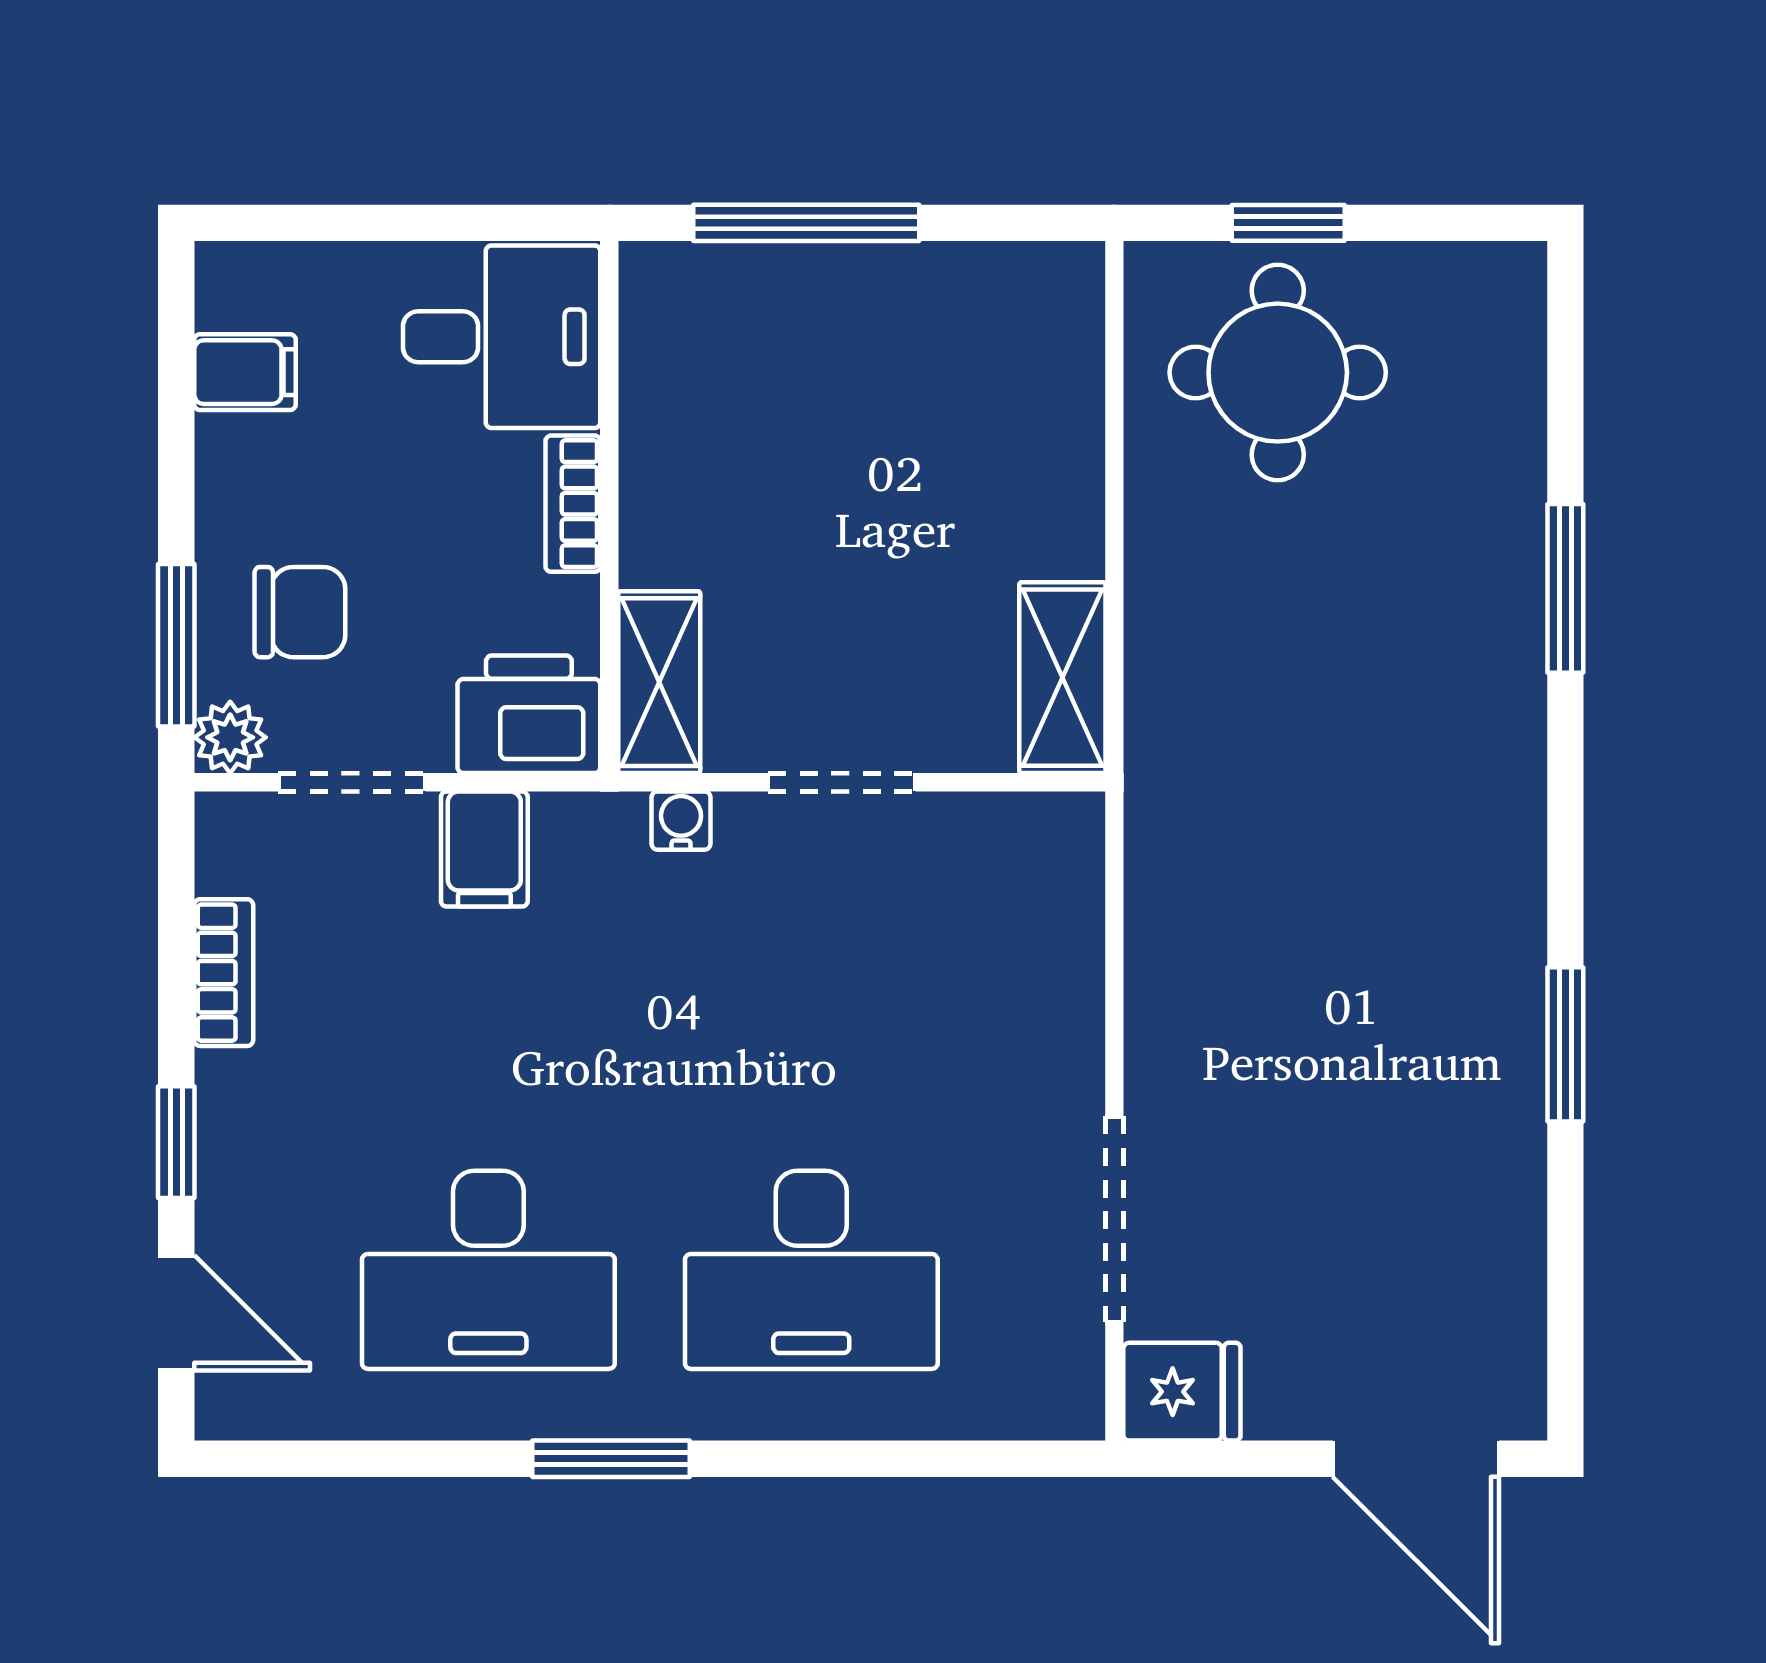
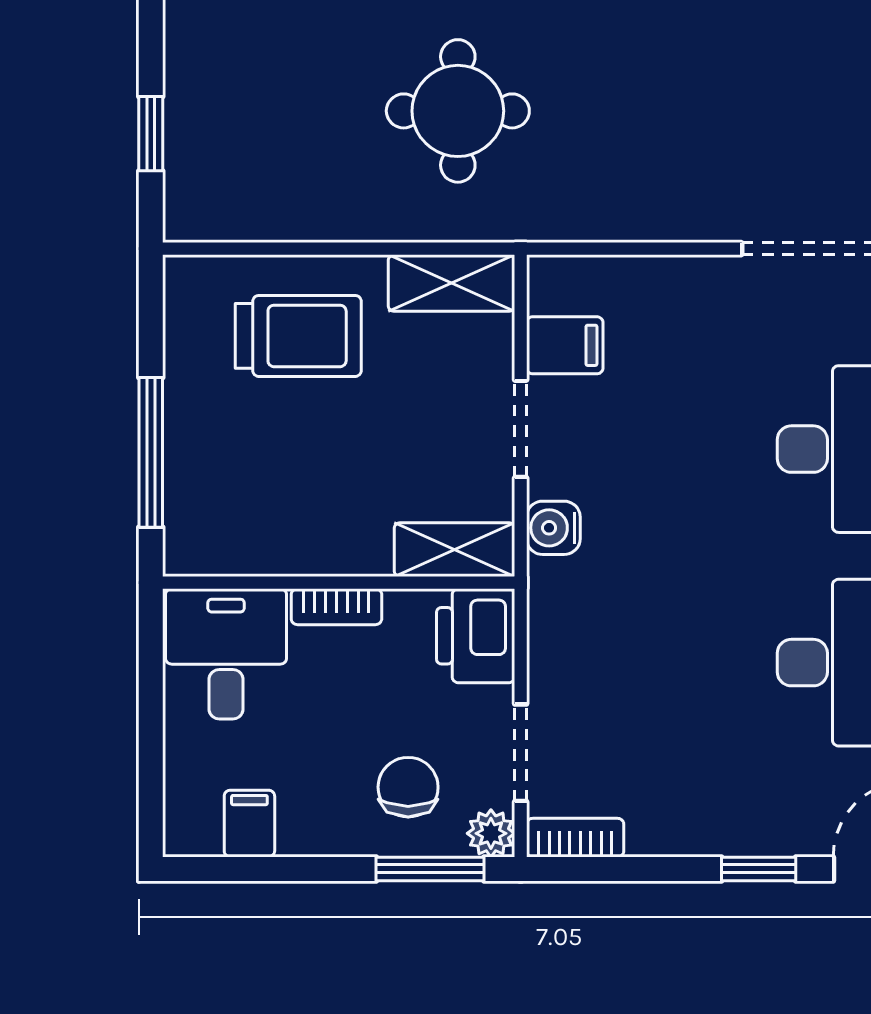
round table: (1278, 373) -> (458, 111), moved
trolley: (982, 446) -> (298, 336), added
water cooler: (681, 821) -> (553, 528), width x1.38, depth x1.38
filing cabinet: (484, 849) -> (565, 345), moved
bookcase: (224, 973) -> (575, 838), moved

